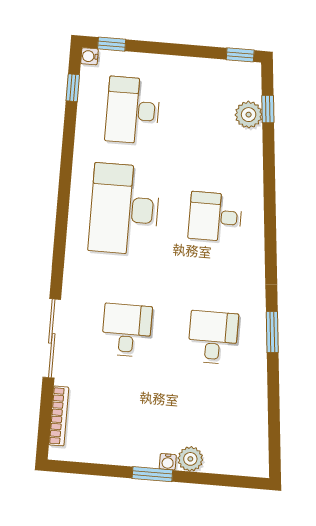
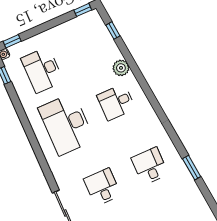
plant: (249, 115) -> (121, 68), moved
window: (272, 332) -> (192, 168), moved

